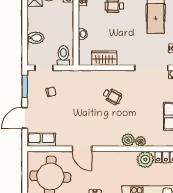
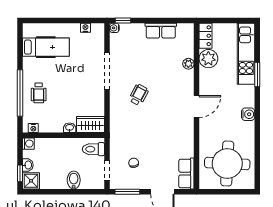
wardrobe: (104, 58) -> (90, 124), moved, turned 90
doorway: (151, 68) -> (107, 71), moved
plant: (128, 140) -> (187, 77), removed
door: (82, 149) -> (197, 106), moved

